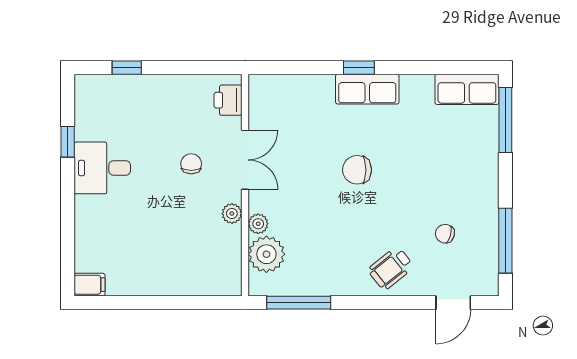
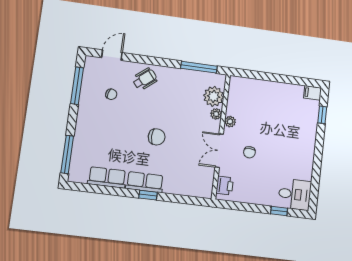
row of seats: (467, 89) -> (107, 177), moved
window: (68, 142) -> (322, 115), moved
desk: (102, 168) -> (295, 194), moved

